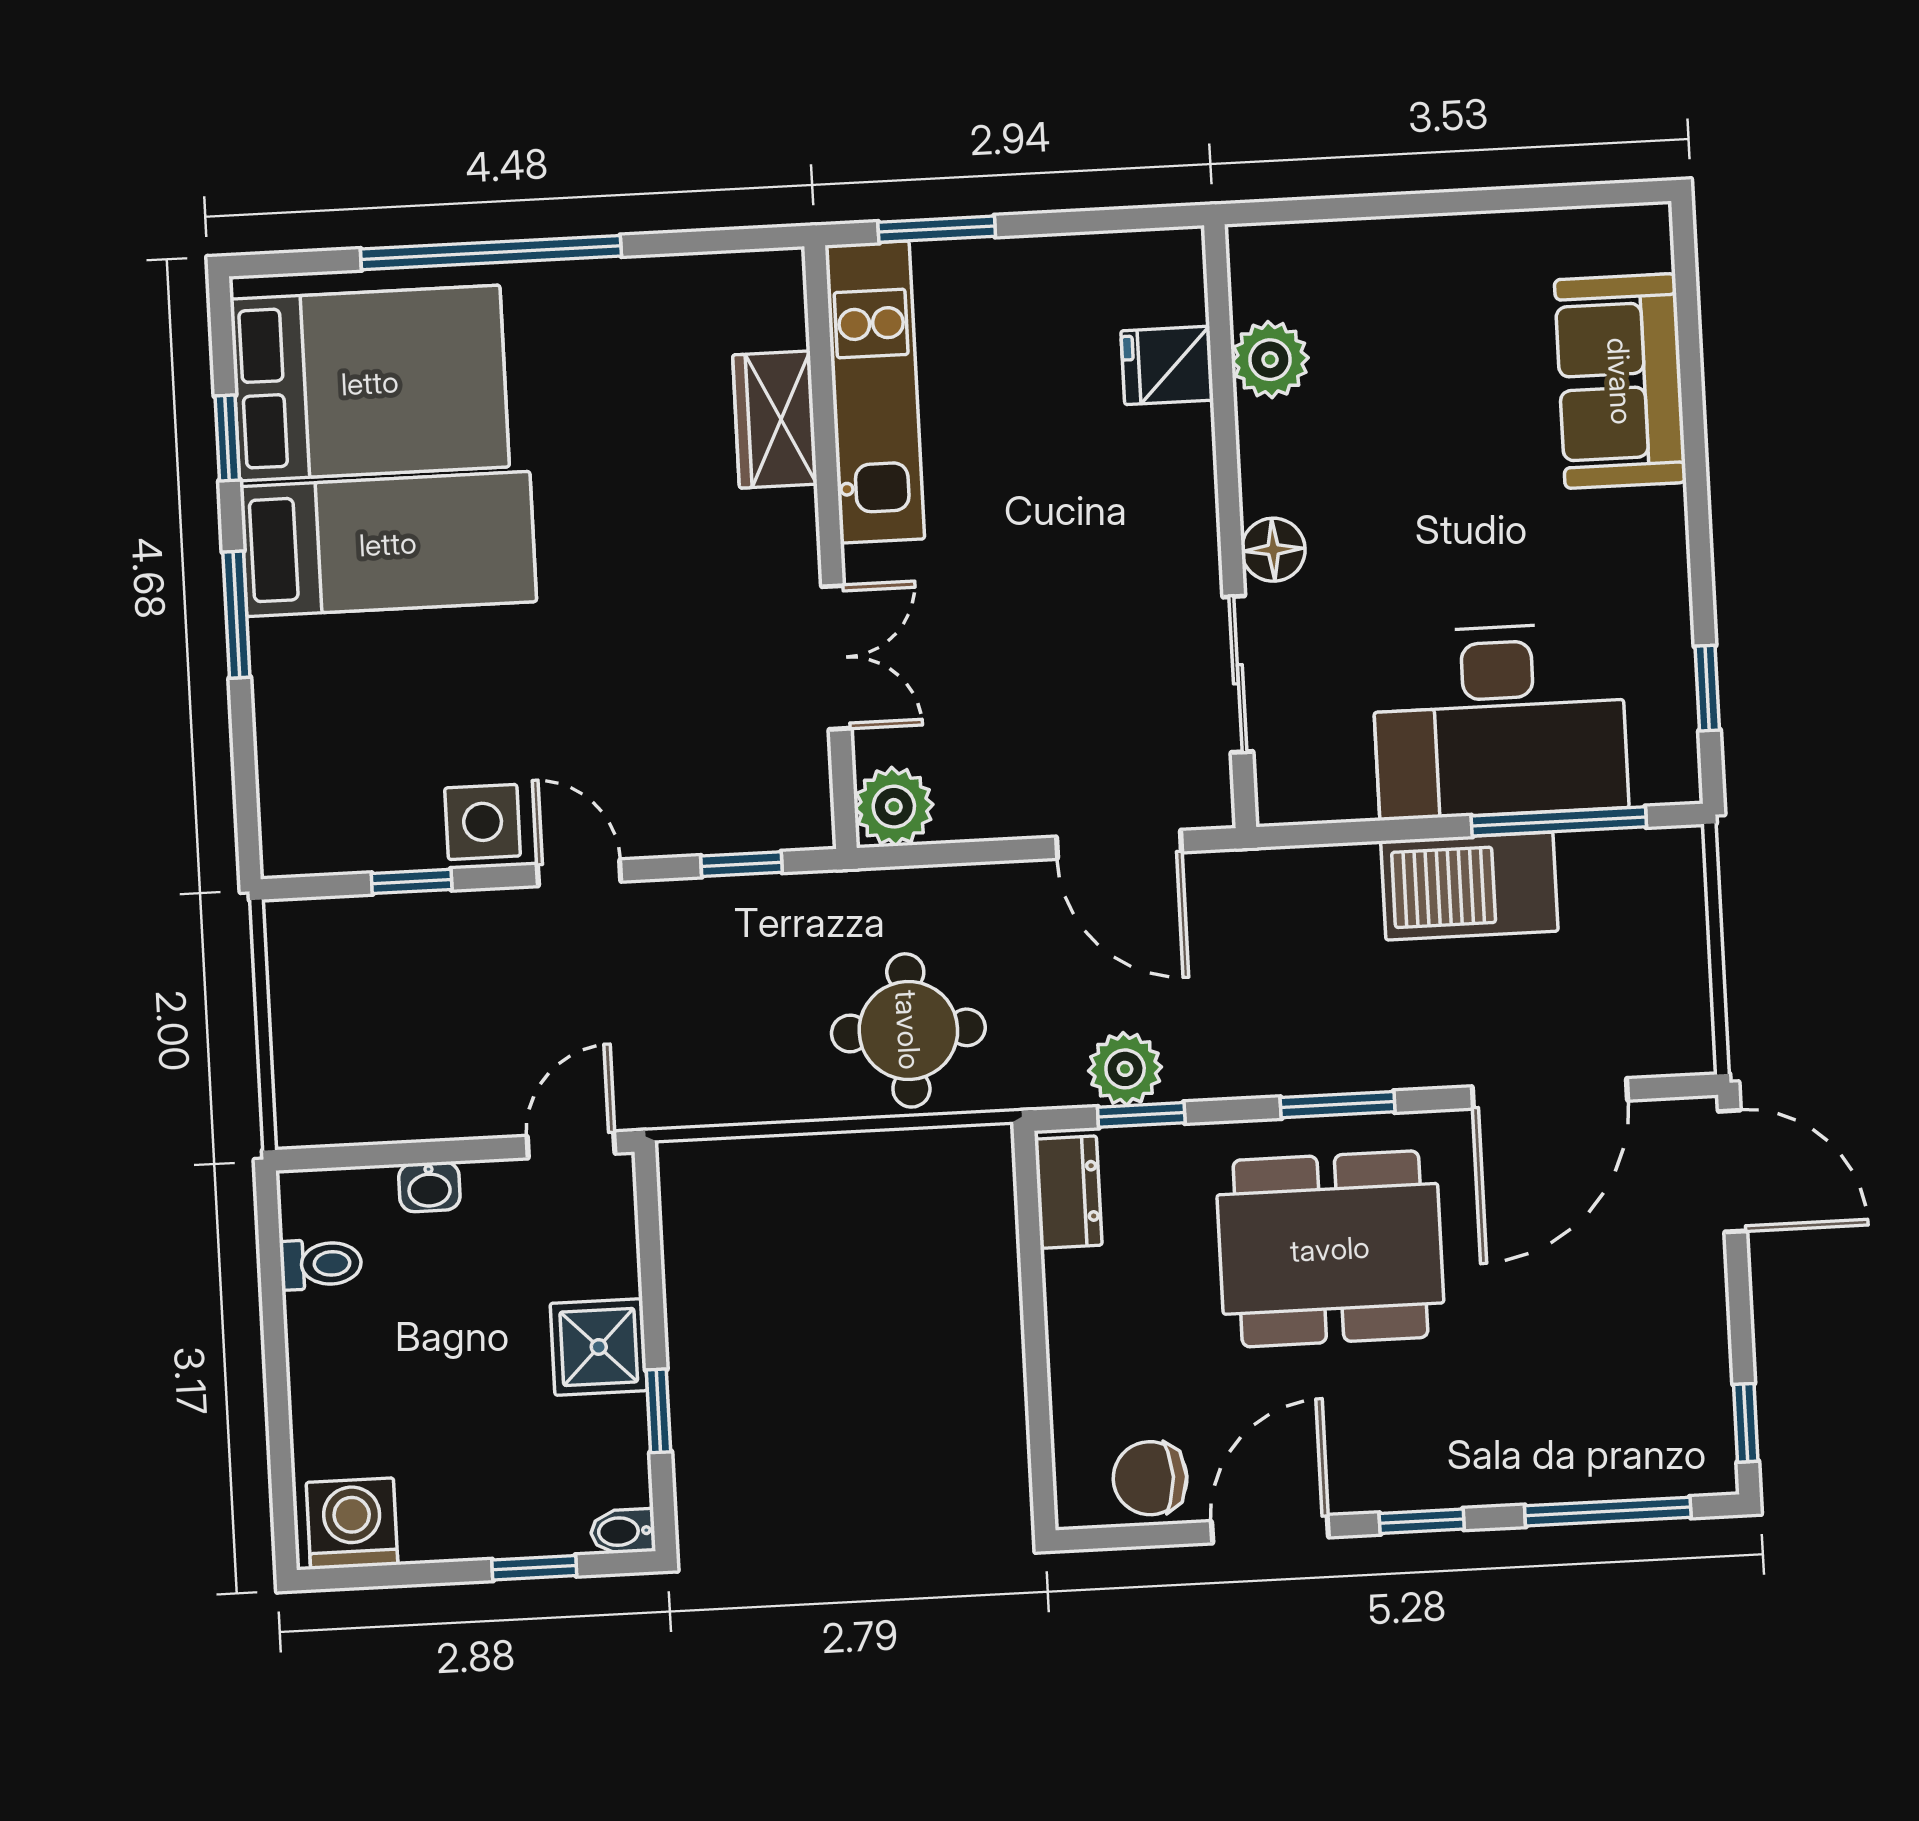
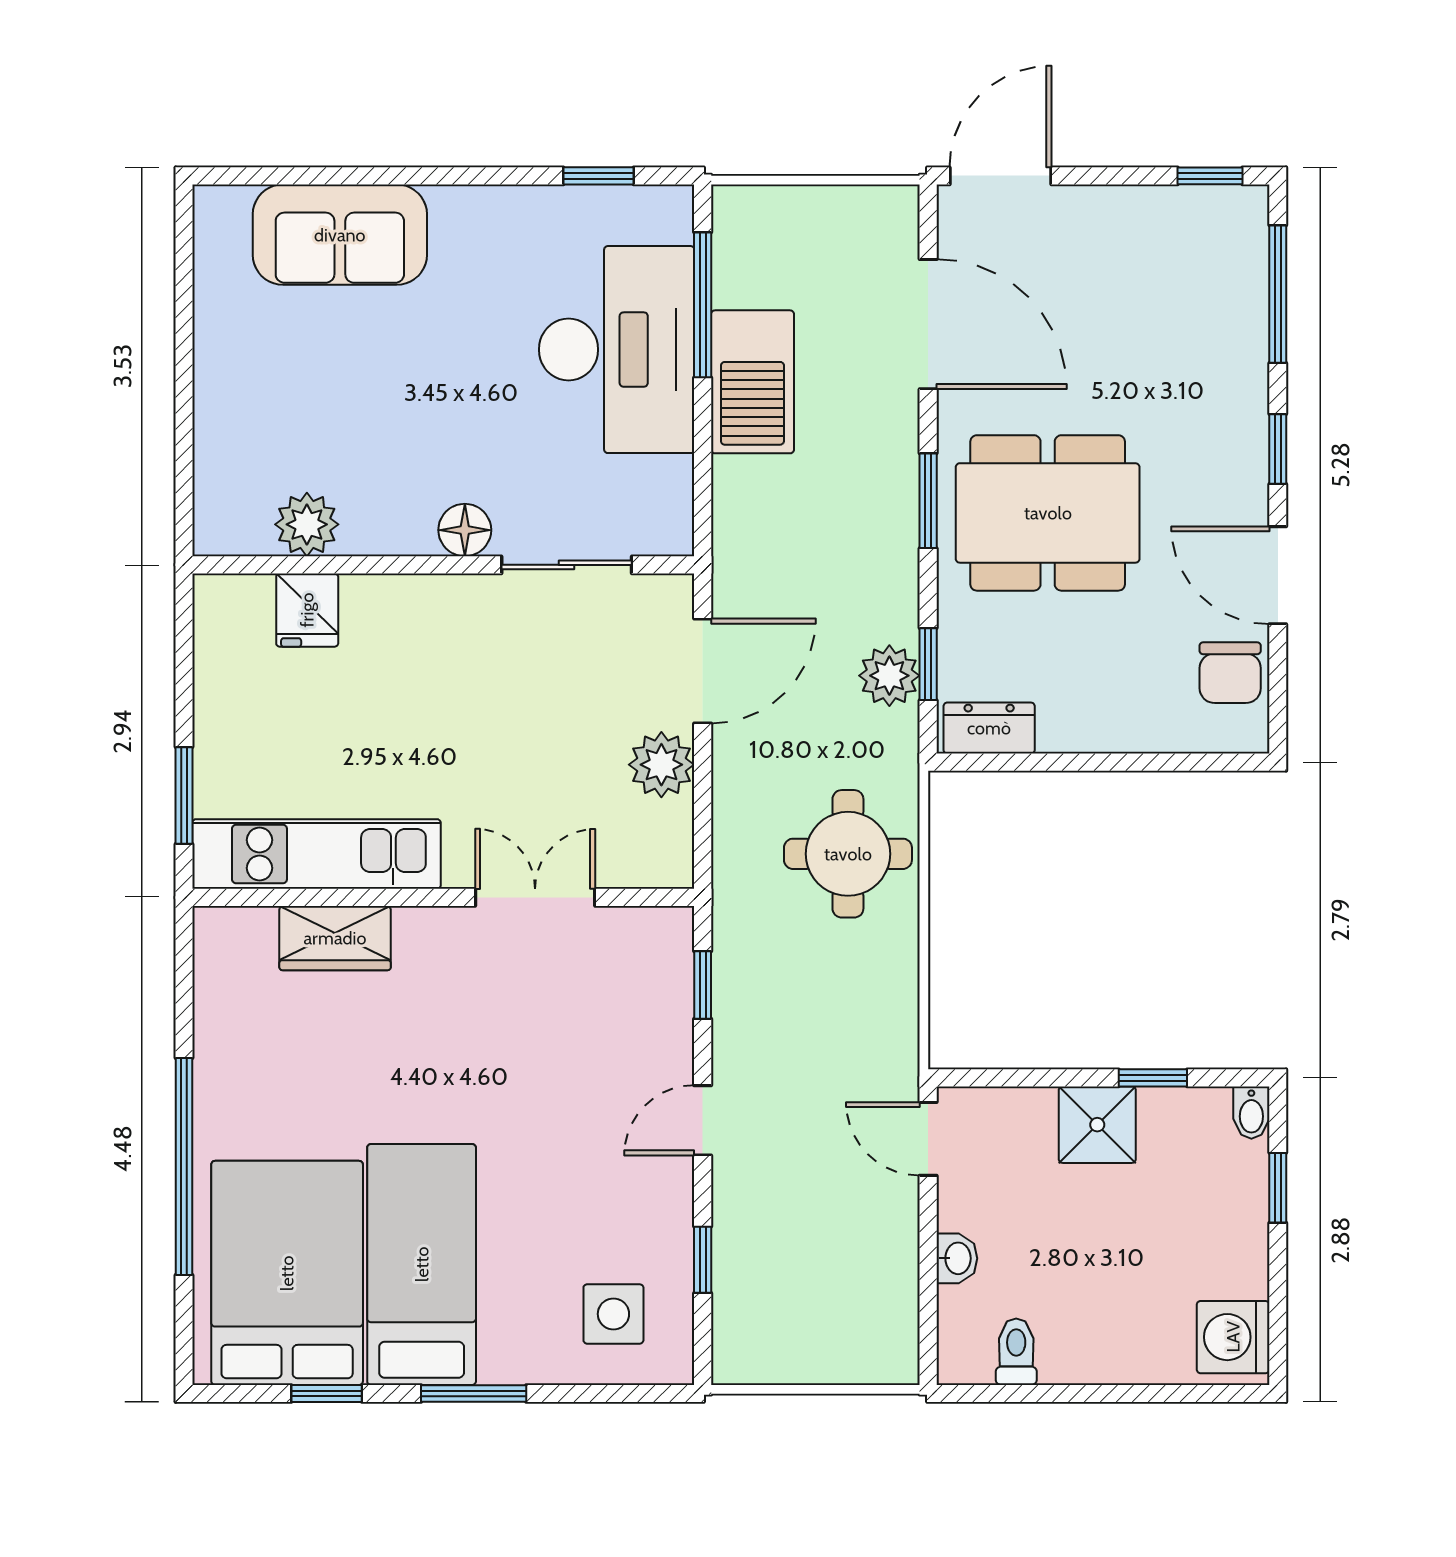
plant: (894, 807) -> (661, 765), moved
side table: (483, 822) -> (613, 1314), moved
dining table: (1330, 1249) -> (1048, 513), turned 90

